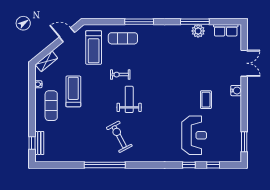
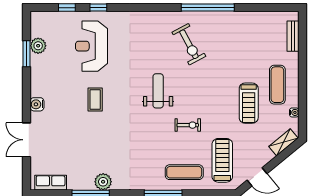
plant: (198, 31) -> (103, 182), moved
weight bench: (129, 99) -> (158, 91), moved, turned 180
coffee table: (206, 100) -> (95, 100), moved
plant: (235, 136) -> (38, 46), added
window: (244, 142) -> (27, 54), moved
window: (32, 143) -> (302, 36), removed

